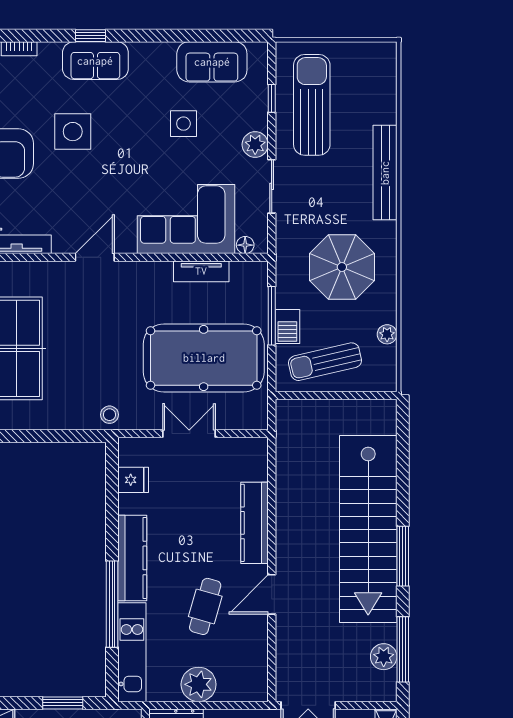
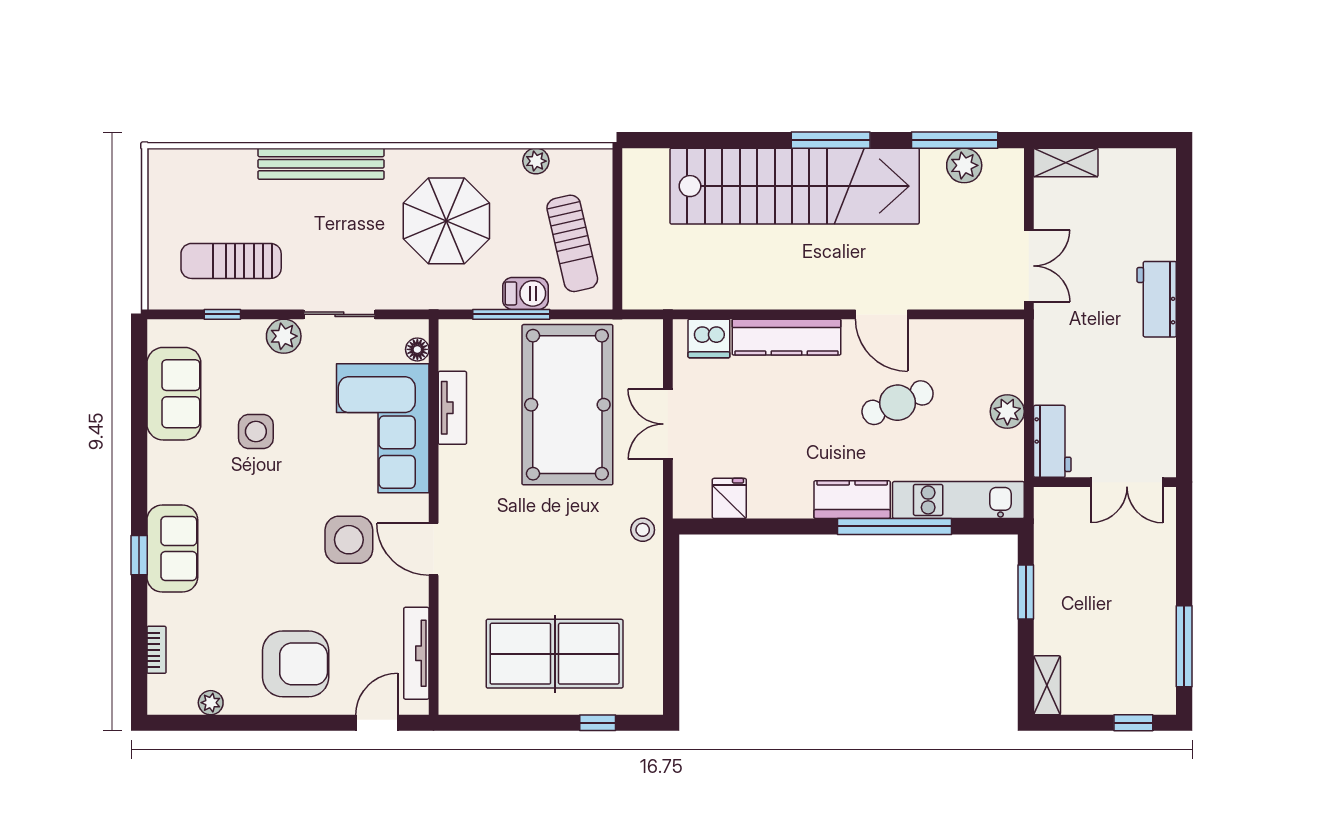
sun lounger: (312, 105) -> (231, 261), width x0.73, depth x0.75
side table: (73, 132) -> (349, 540), moved
dishwasher: (253, 465) -> (709, 338), added
kitchen counter: (132, 558) -> (852, 500), width x0.67
cafe table: (205, 606) -> (898, 403), turned -38
plant: (199, 684) -> (1007, 411), width x0.73, depth x0.73

